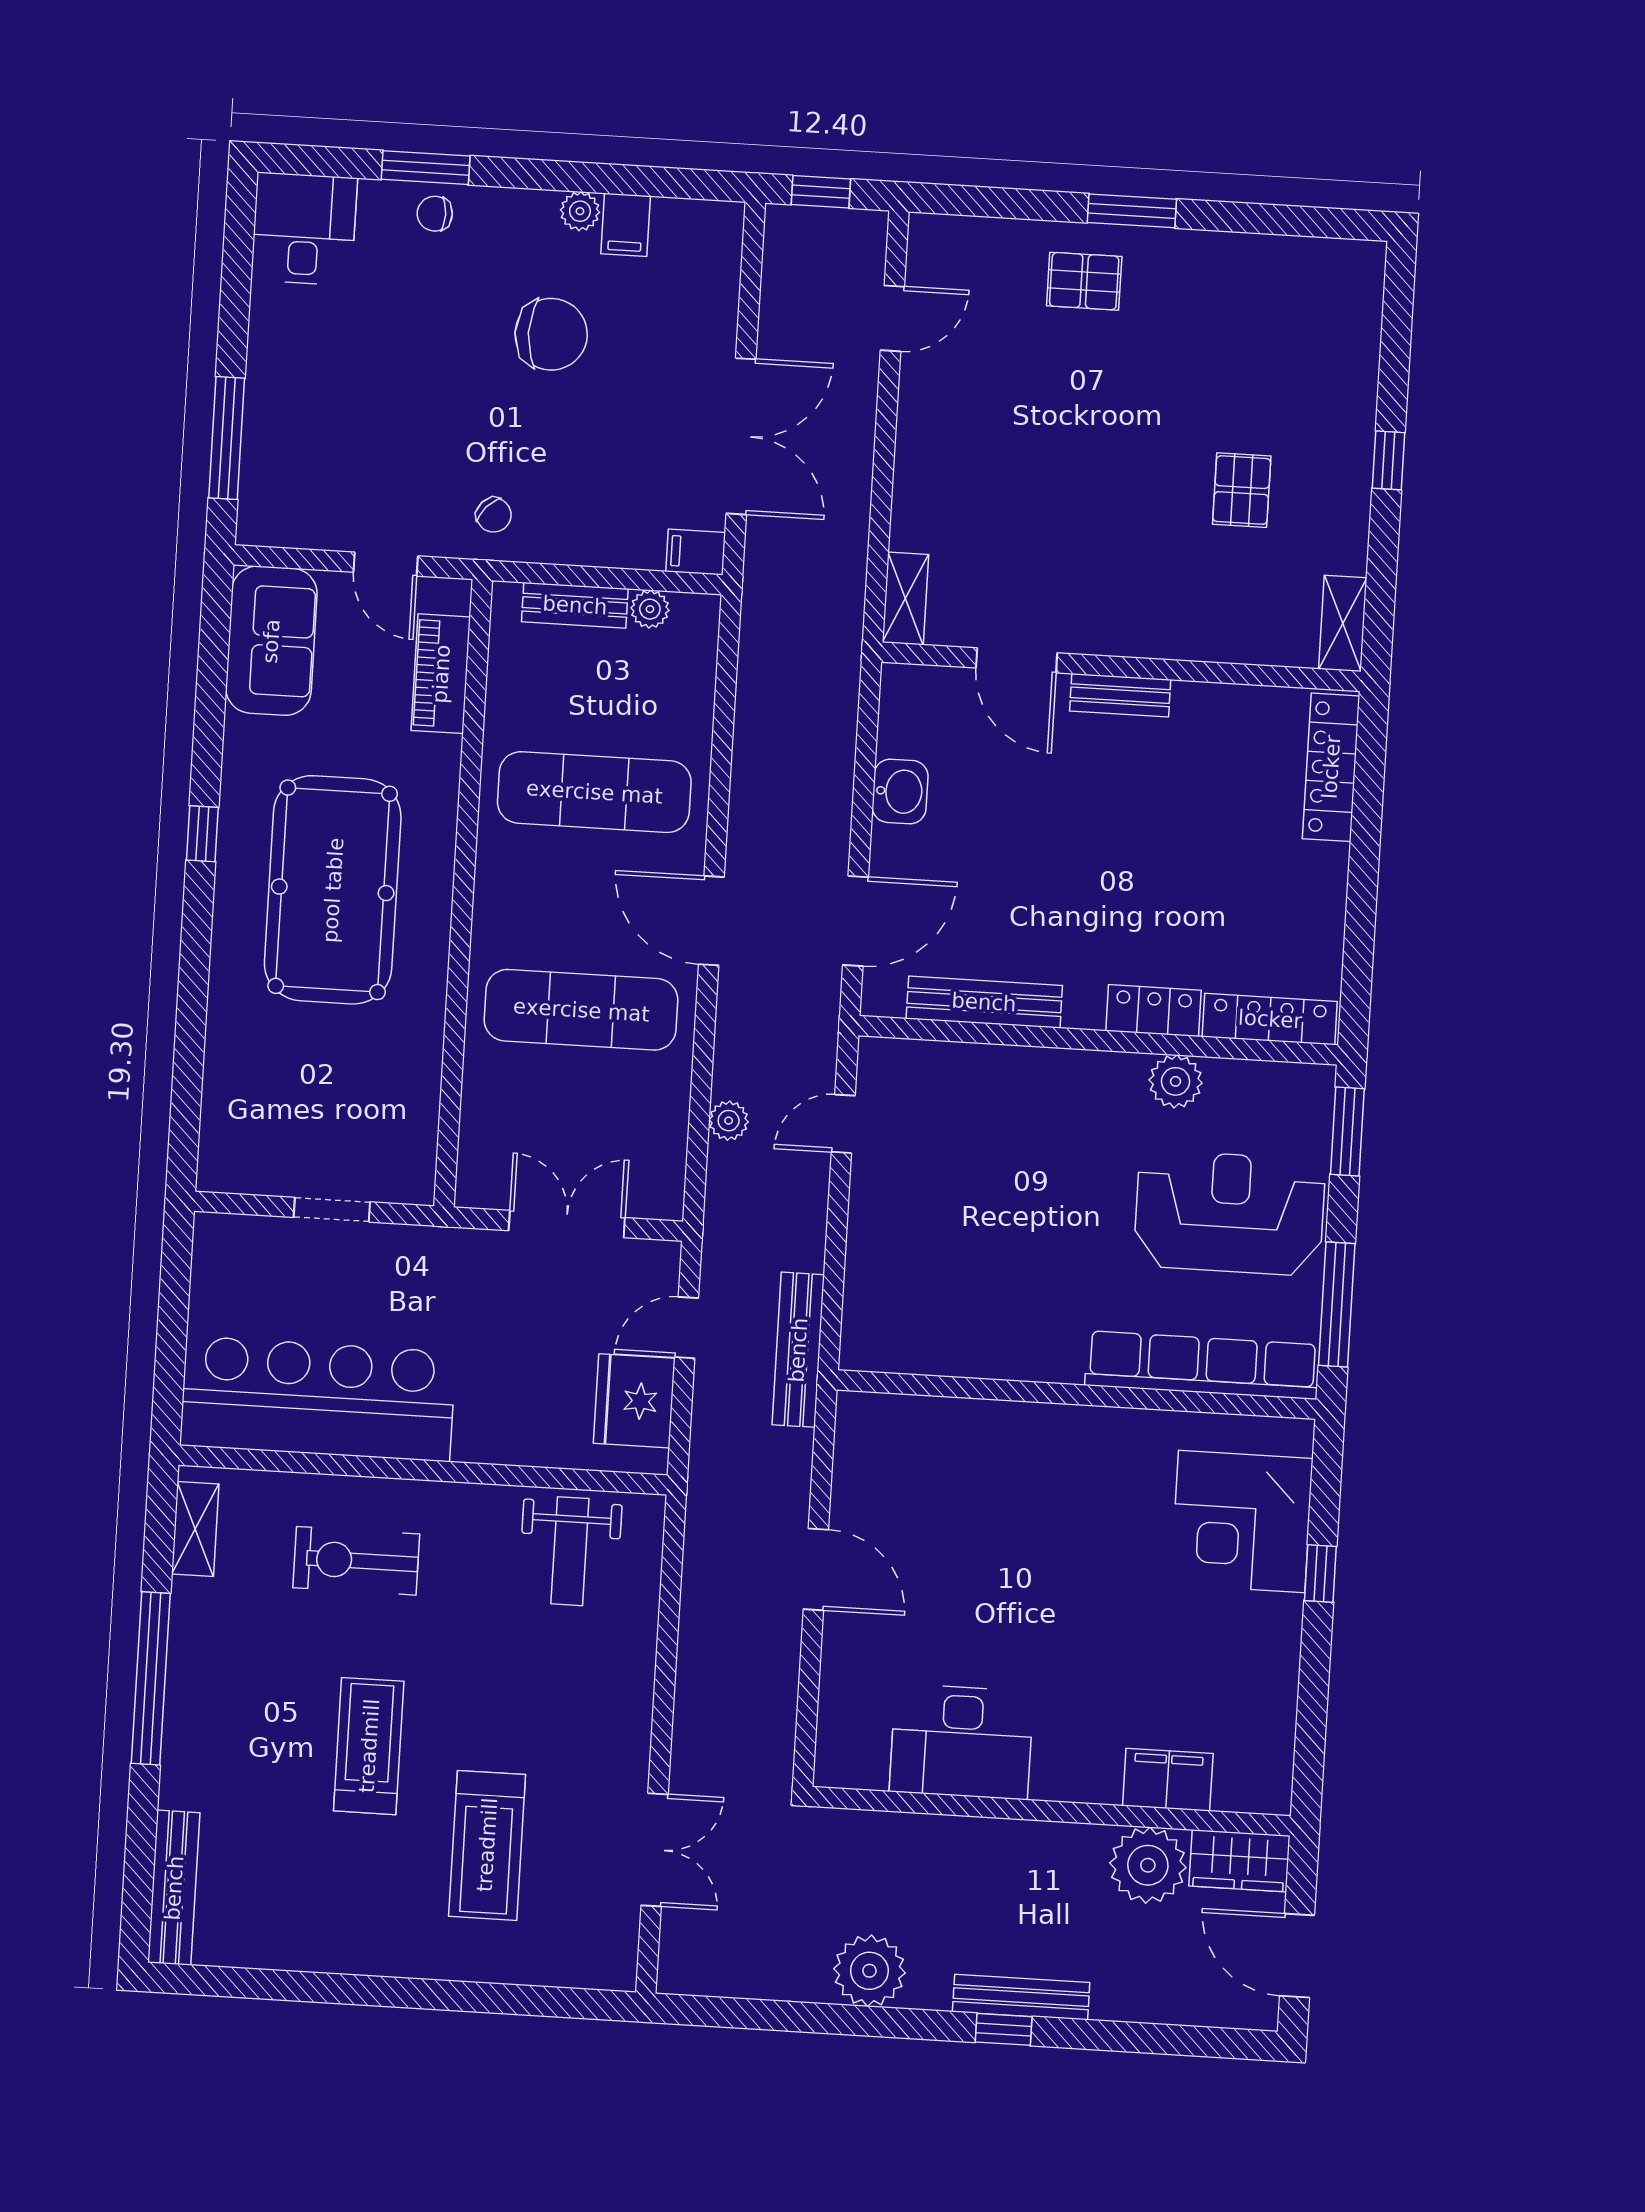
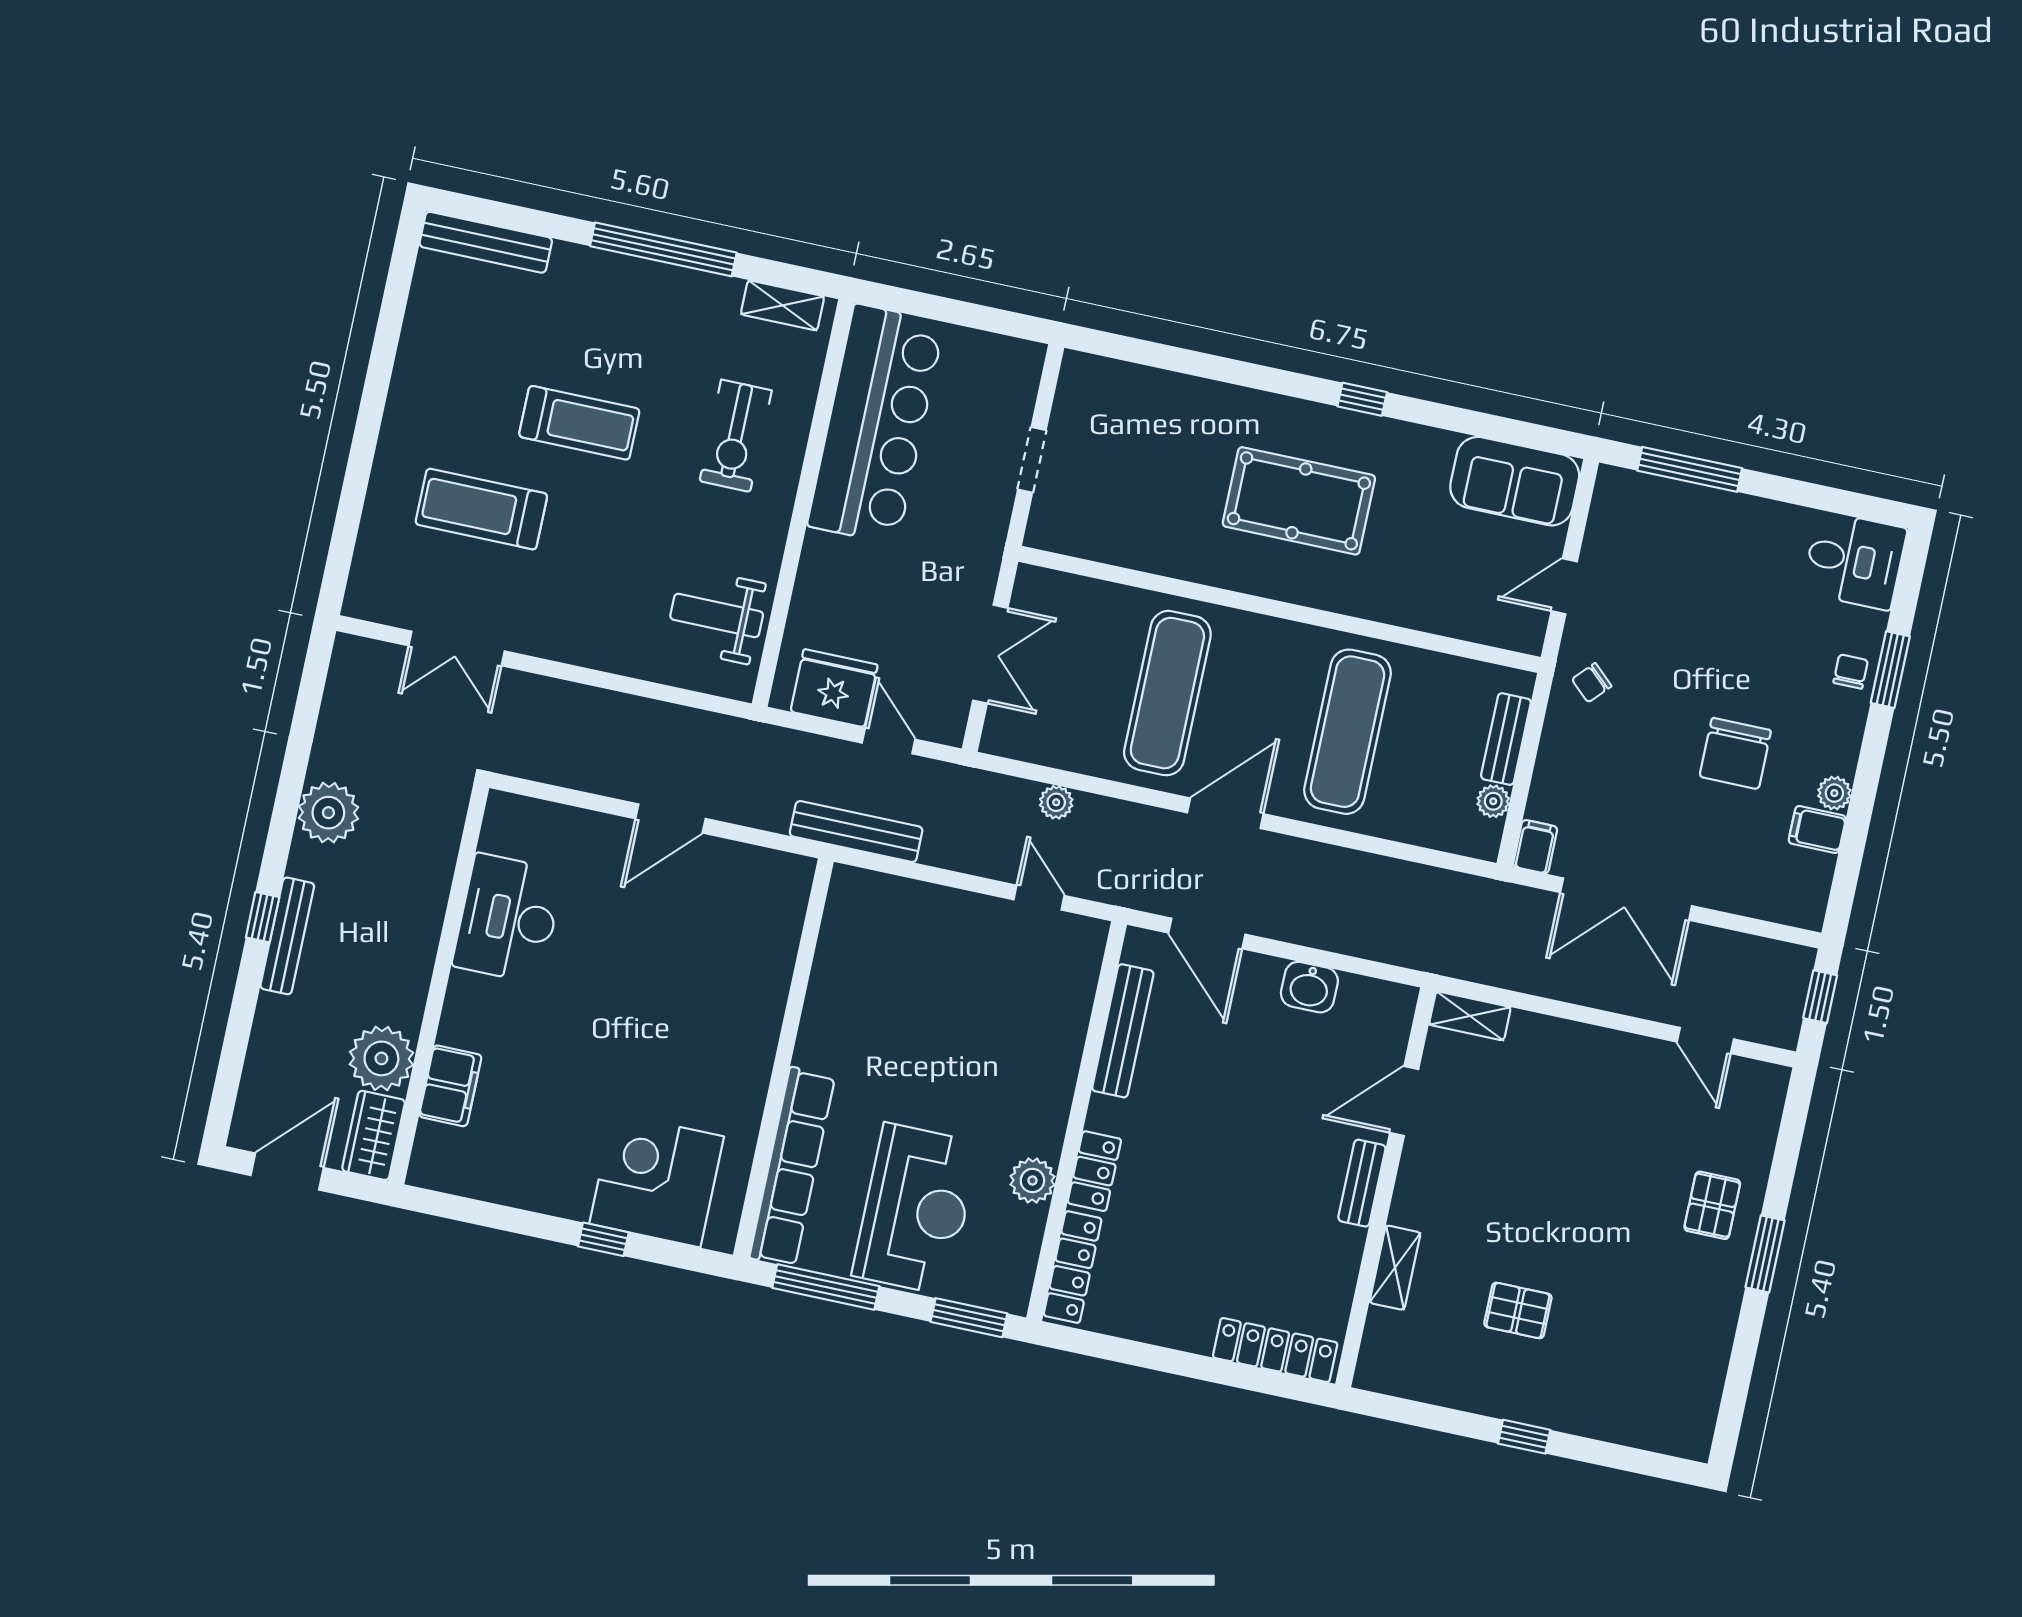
shelving: (1343, 623) -> (1395, 1268), moved, turned 90
piano: (441, 674) -> (1466, 618), removed
pool table: (333, 890) -> (1299, 501), width x0.73, depth x0.76
exercise bike: (356, 1561) -> (736, 436), turned 180

